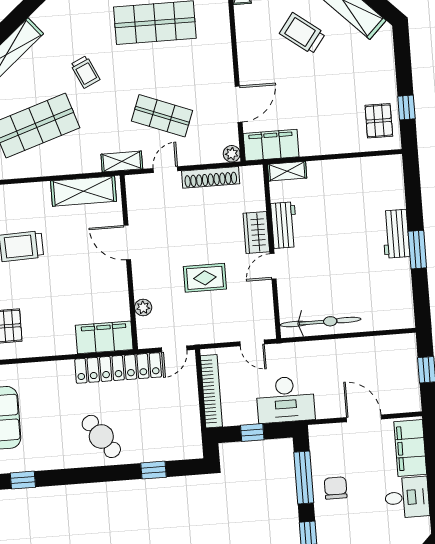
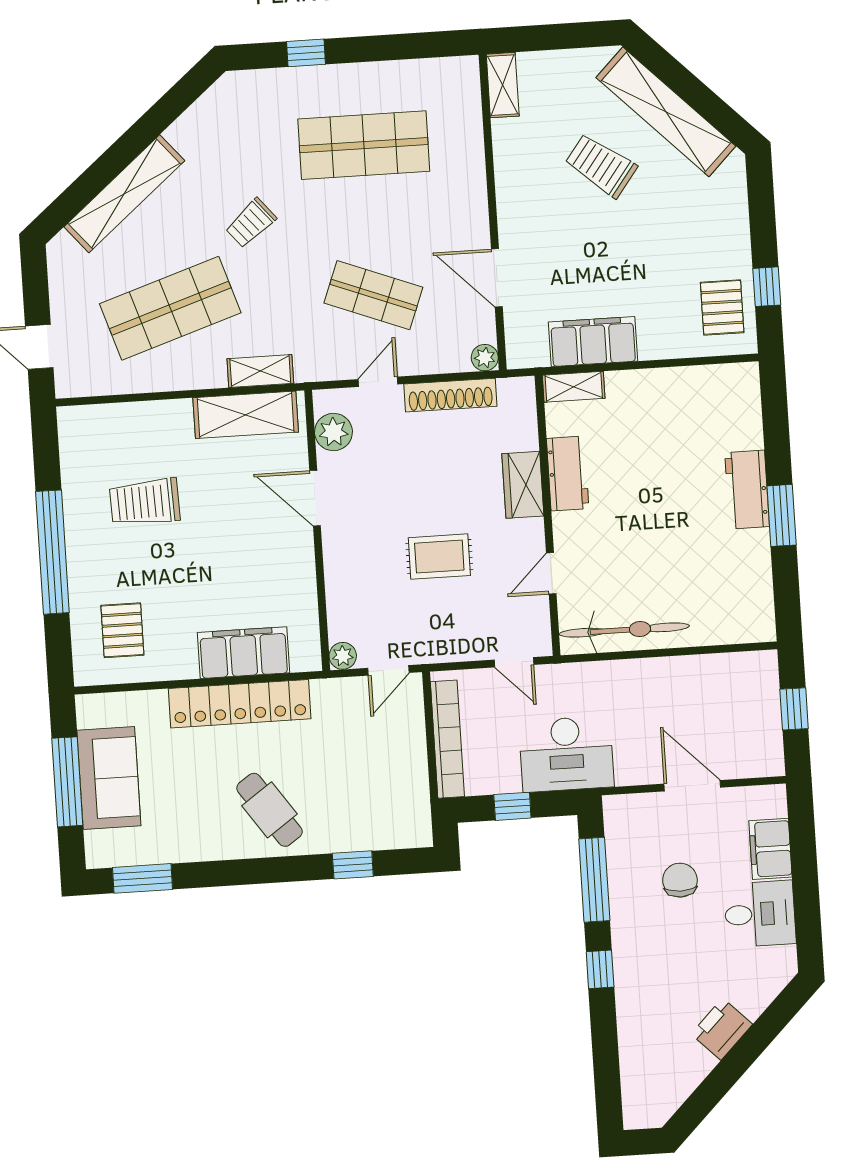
trolley: (85, 72) -> (251, 223), turned 75
door: (239, 104) -> (497, 278), swing flipped
filing cabinet: (271, 145) -> (593, 342), moved
shelving: (122, 161) -> (260, 371), moved
plant: (138, 201) -> (333, 432), added
door: (273, 266) -> (551, 573), moved
plant: (143, 307) -> (343, 656), moved
filing cabinet: (104, 337) -> (244, 653), moved
locker: (118, 368) -> (240, 704), moved
filing cabinet: (410, 448) -> (770, 849), width x0.67, depth x0.86
window: (23, 480) -> (143, 878), width x1.50
chair: (336, 488) -> (680, 880), moved

